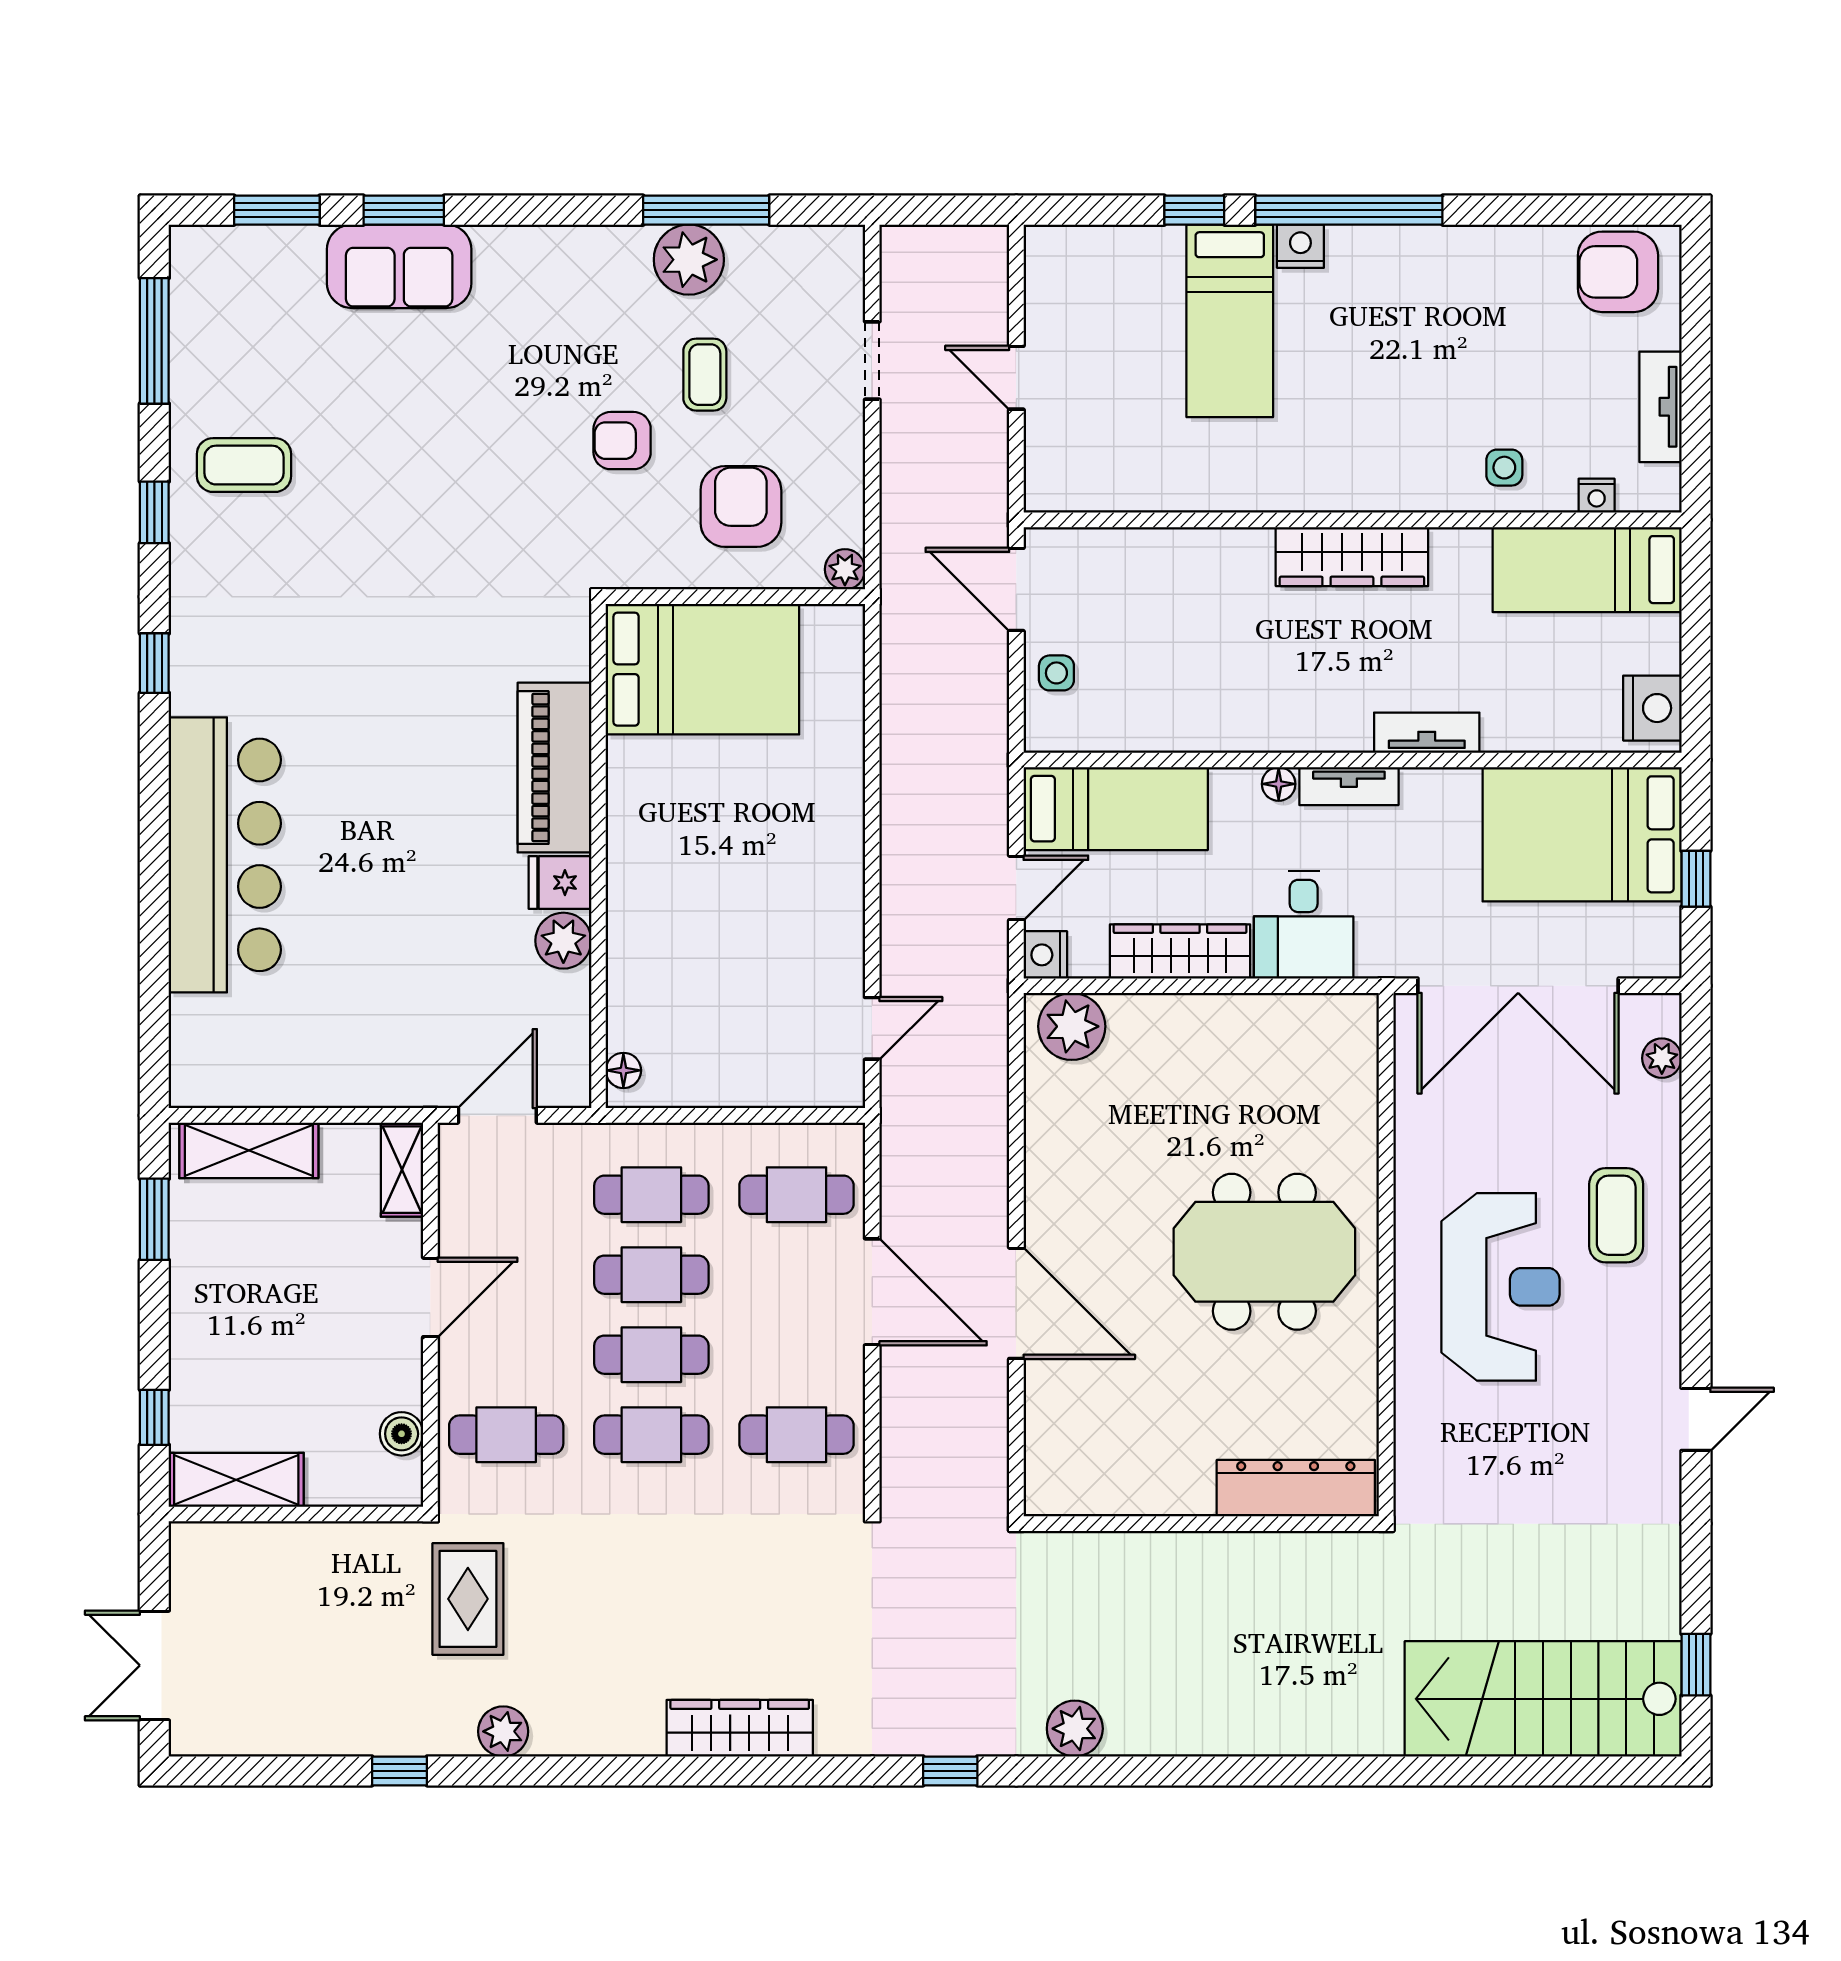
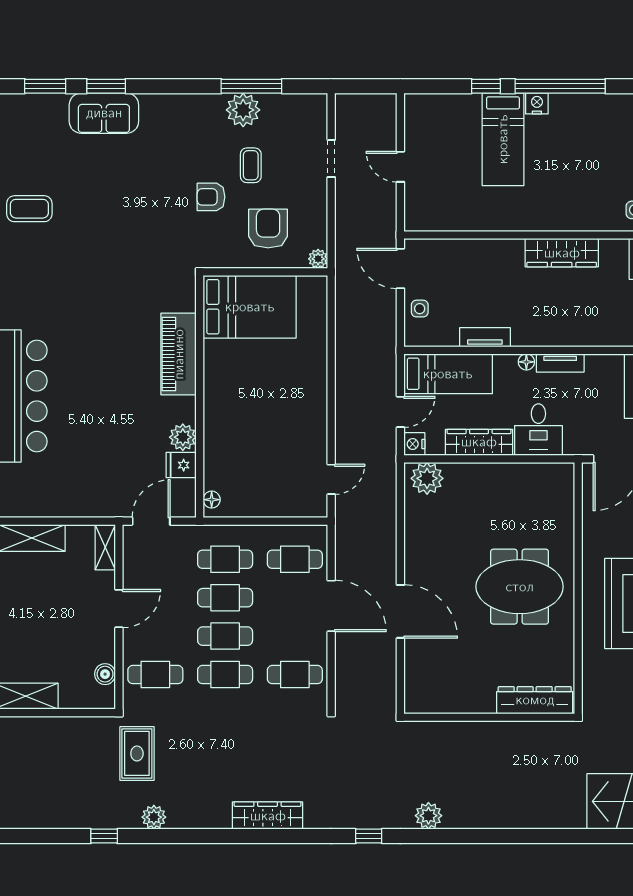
tv unit: (1427, 733) -> (485, 337), moved
fridge: (560, 883) -> (181, 465), moved

